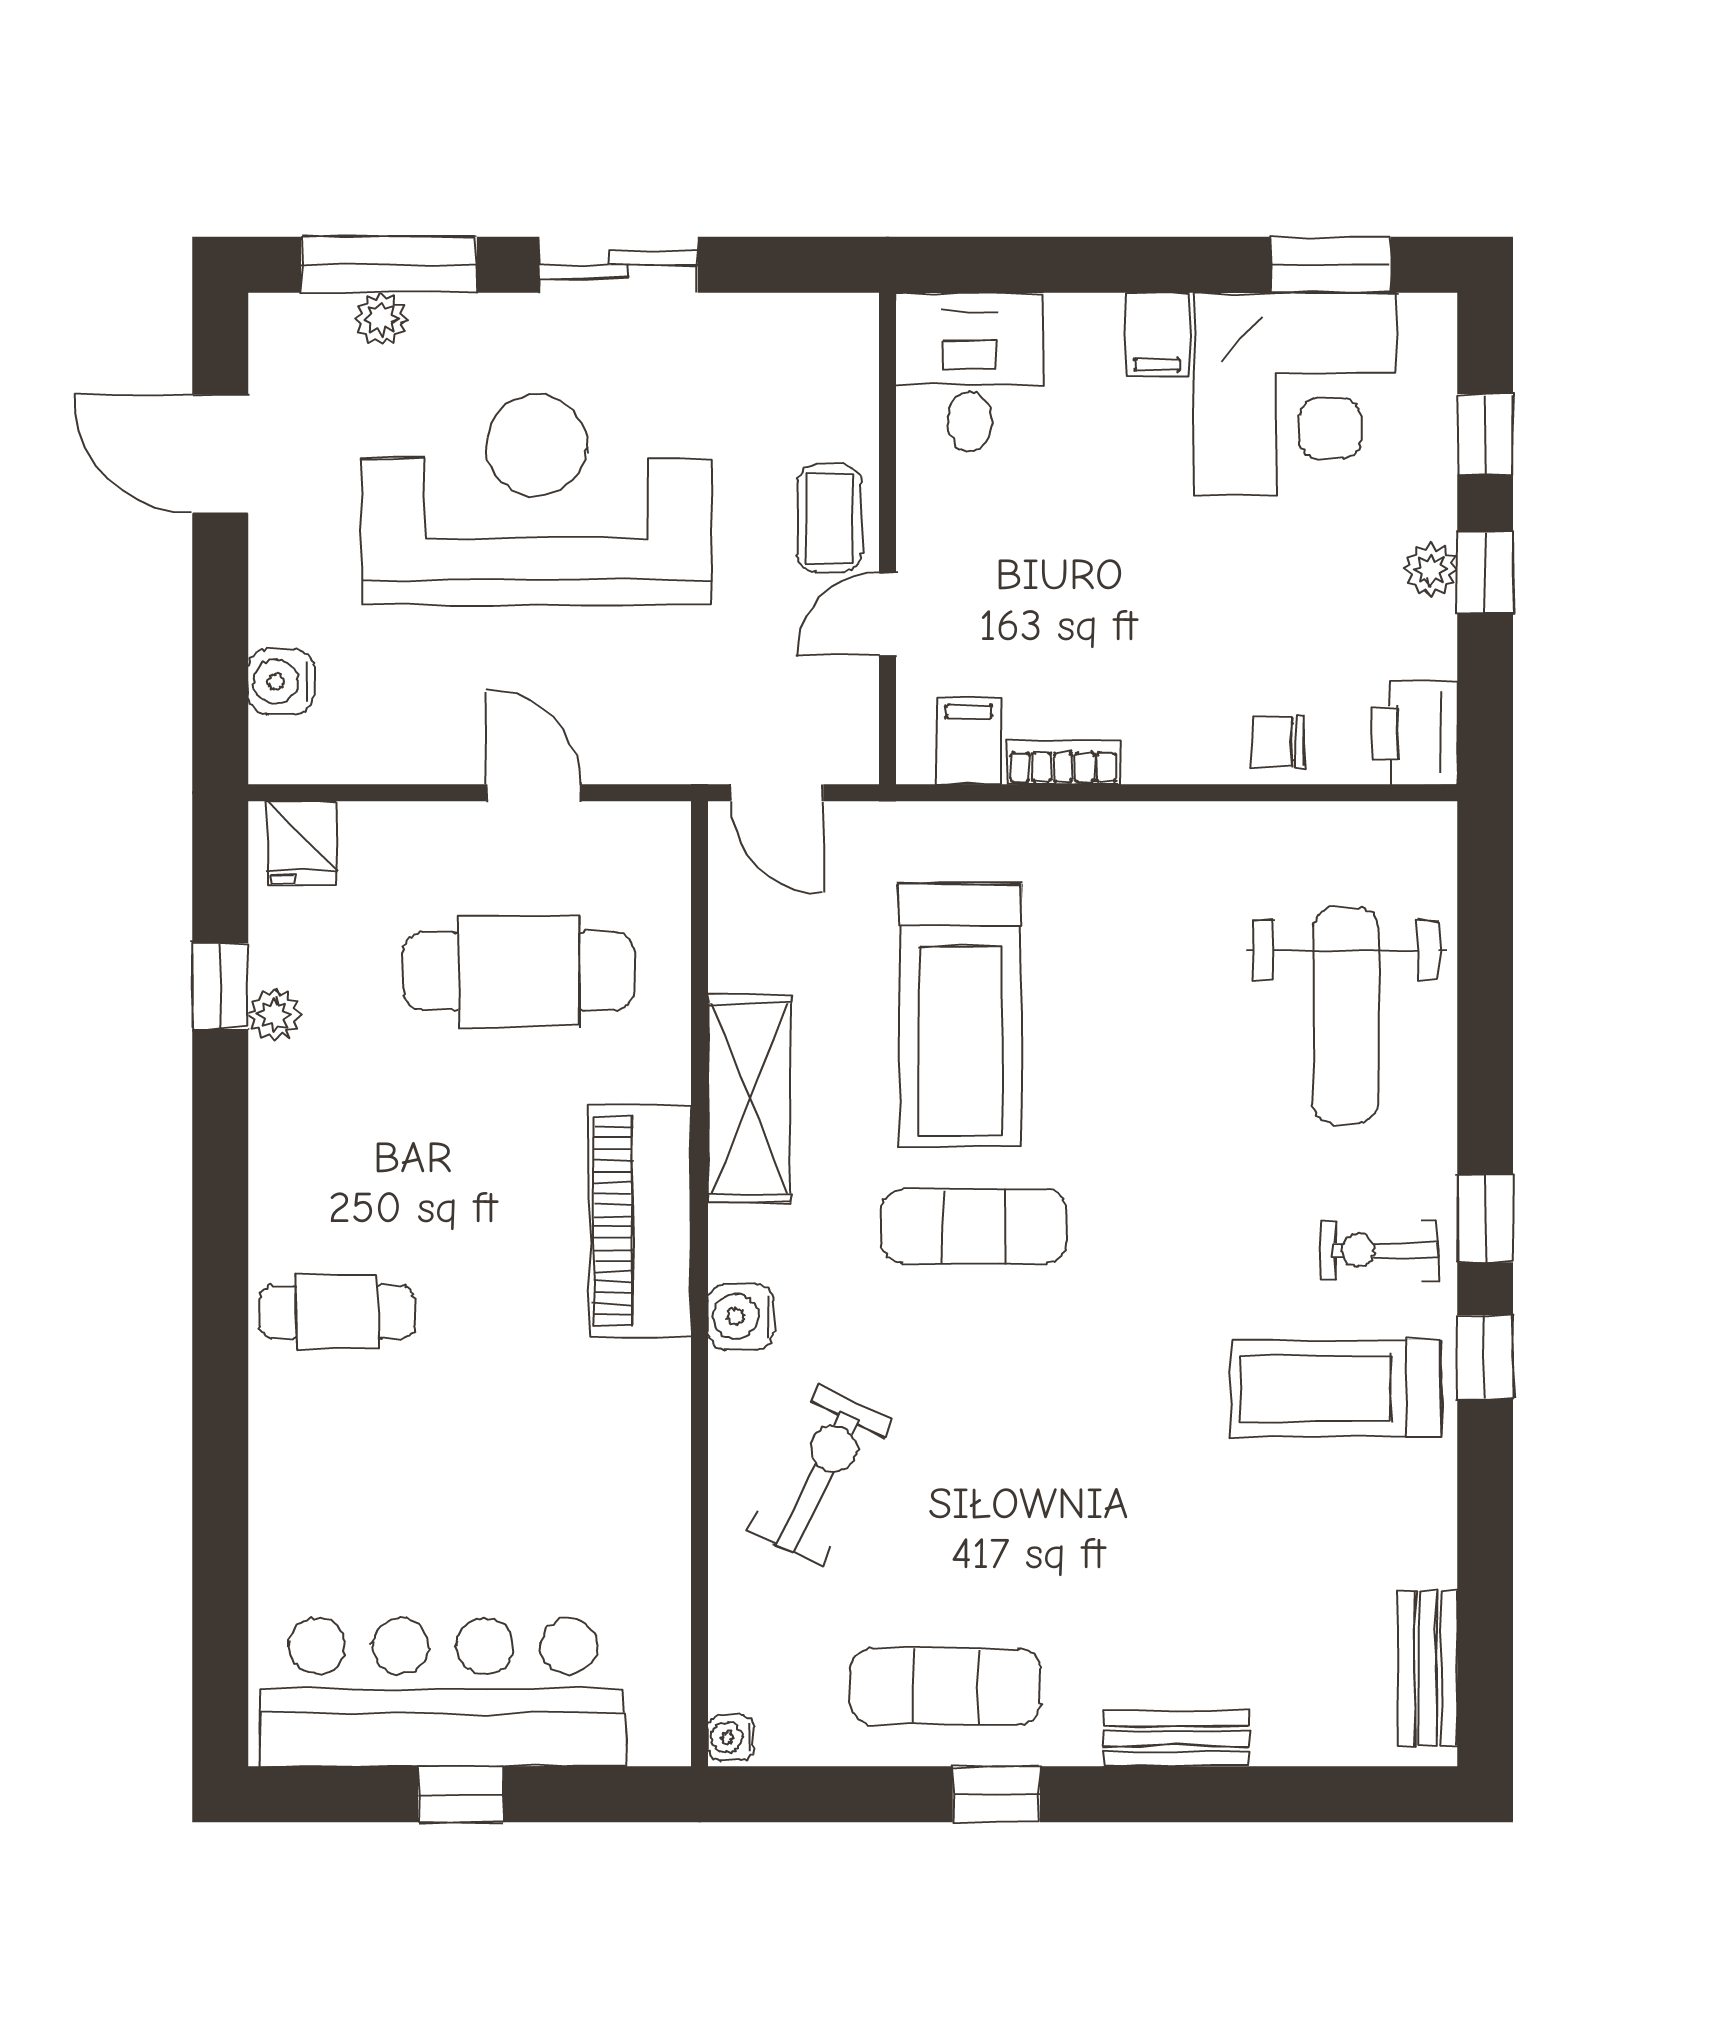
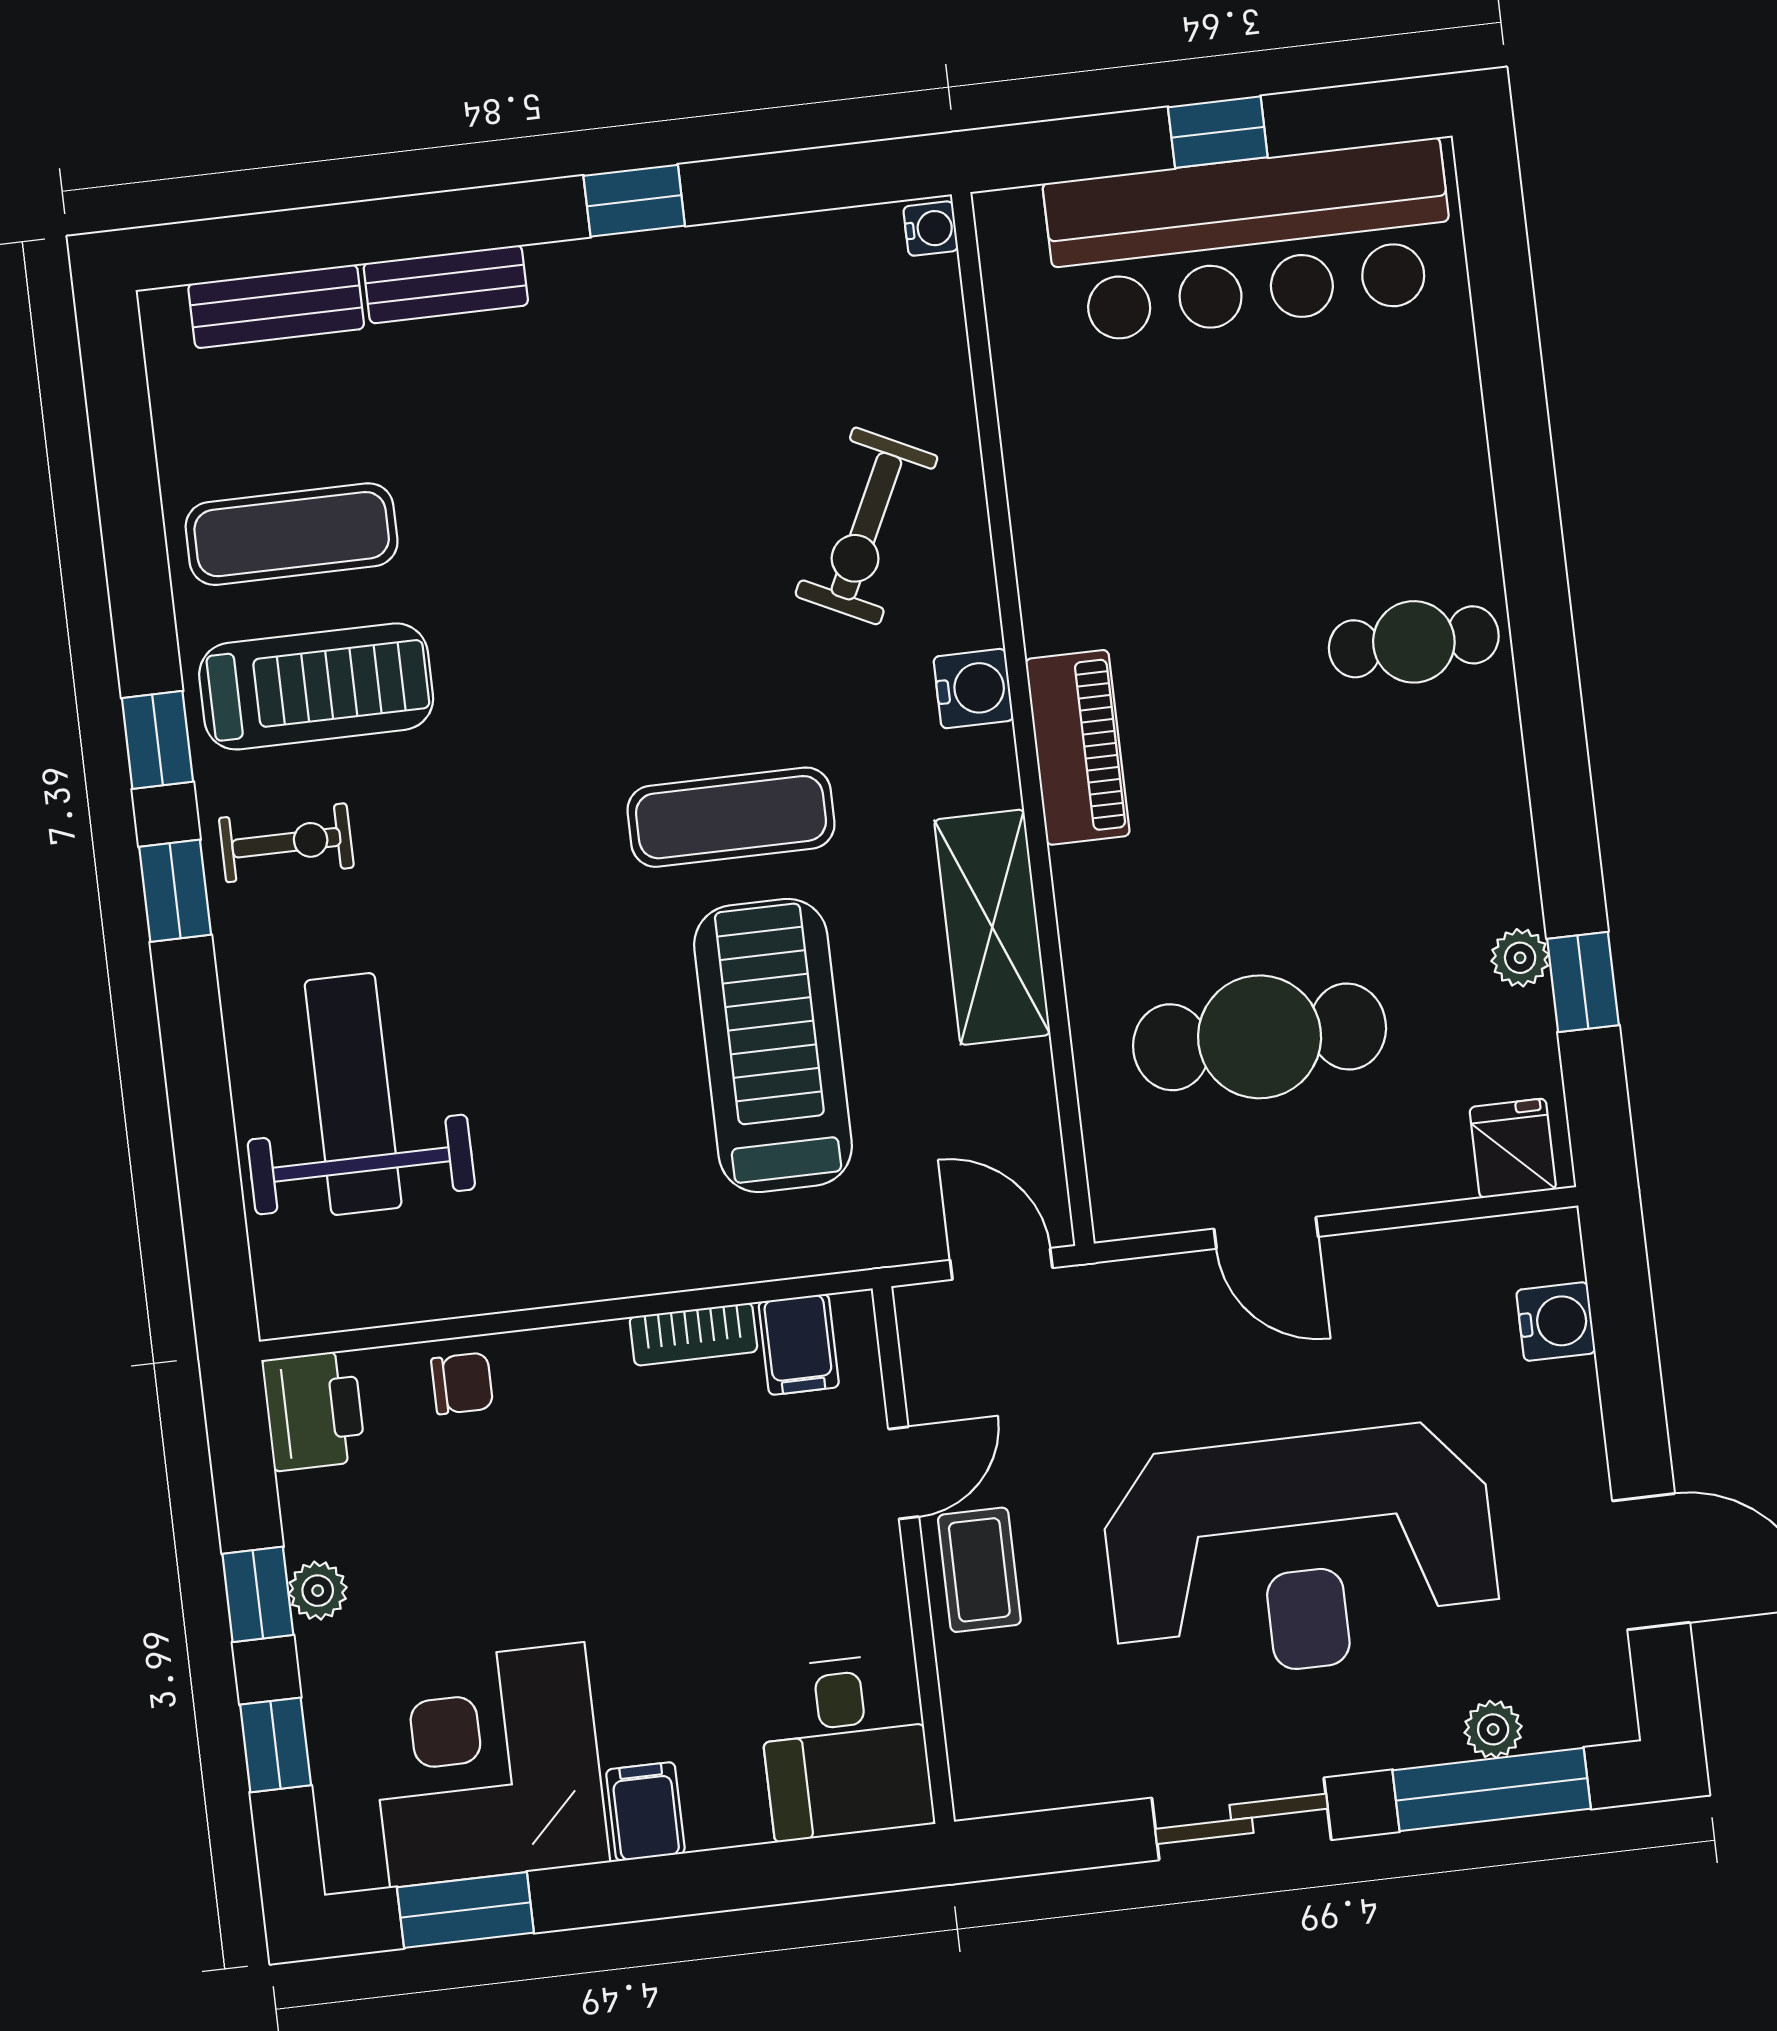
piano: (640, 1221) -> (1078, 747), width x0.73, depth x0.75
bench: (1428, 1669) -> (276, 306), moved, turned 90
exercise mat: (945, 1686) -> (292, 534), moved

